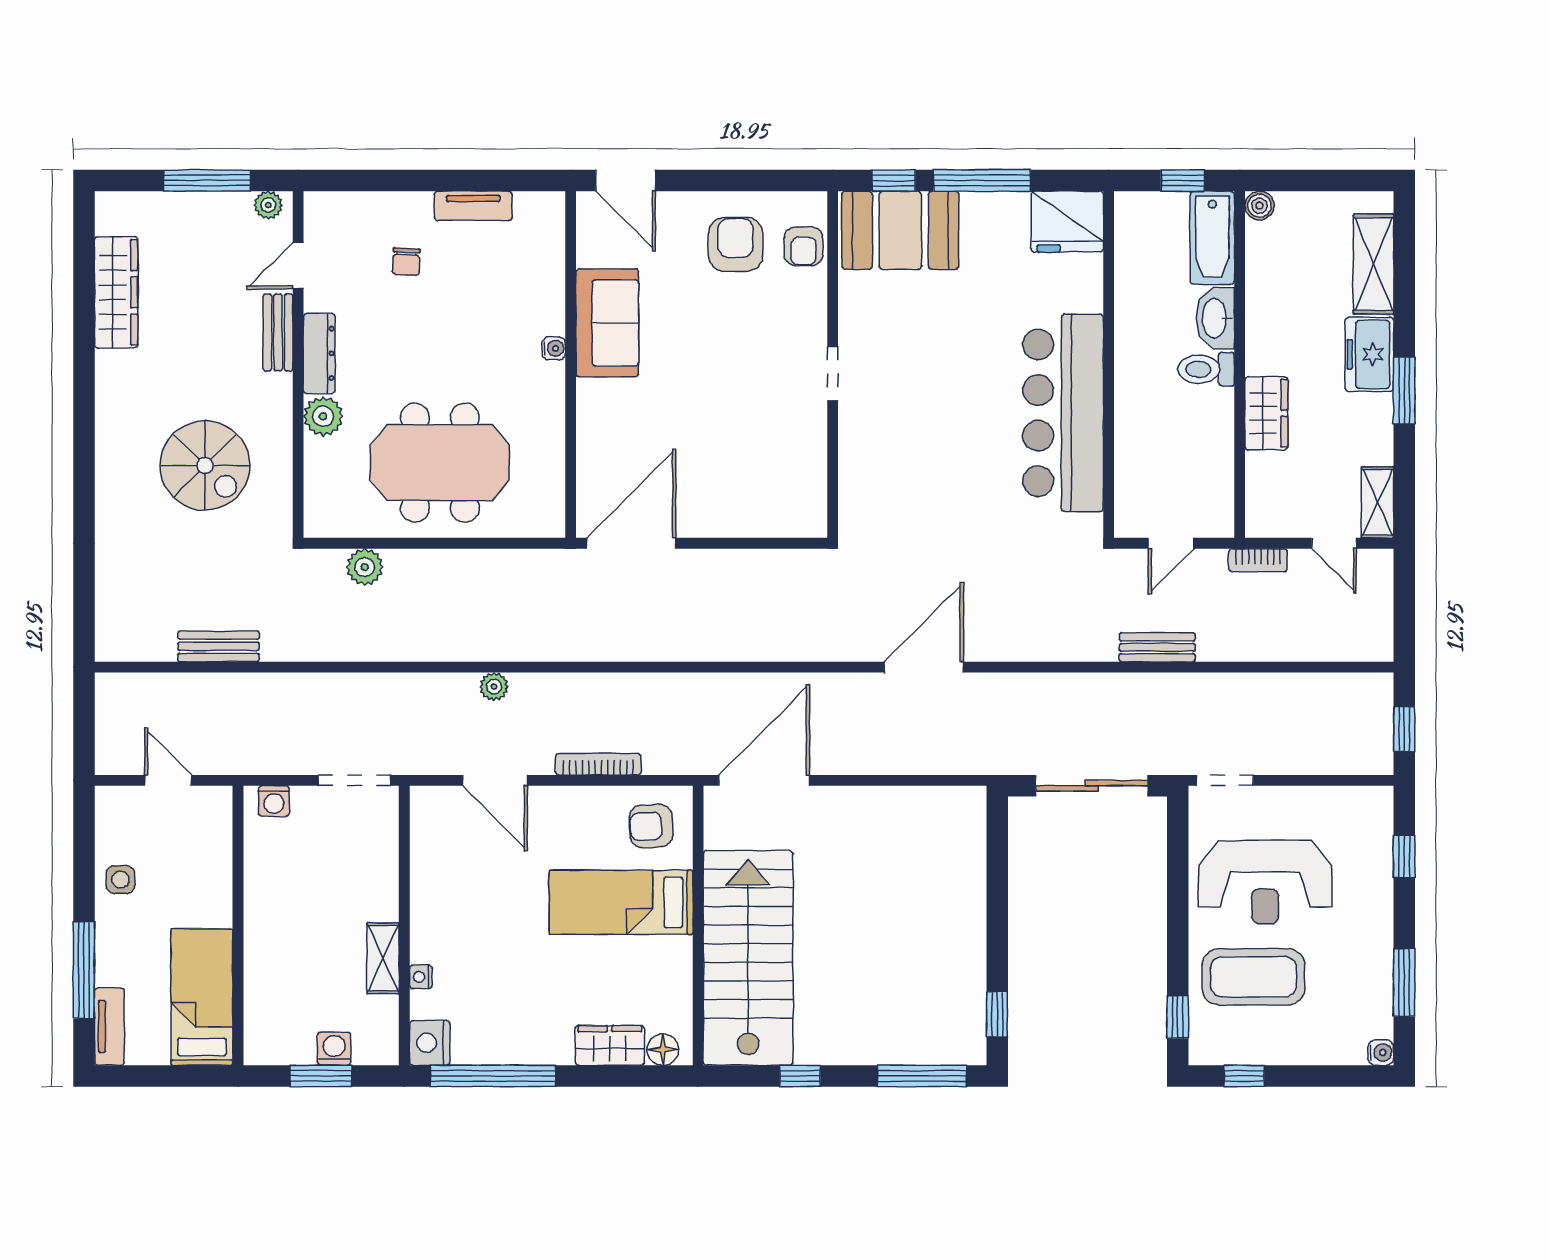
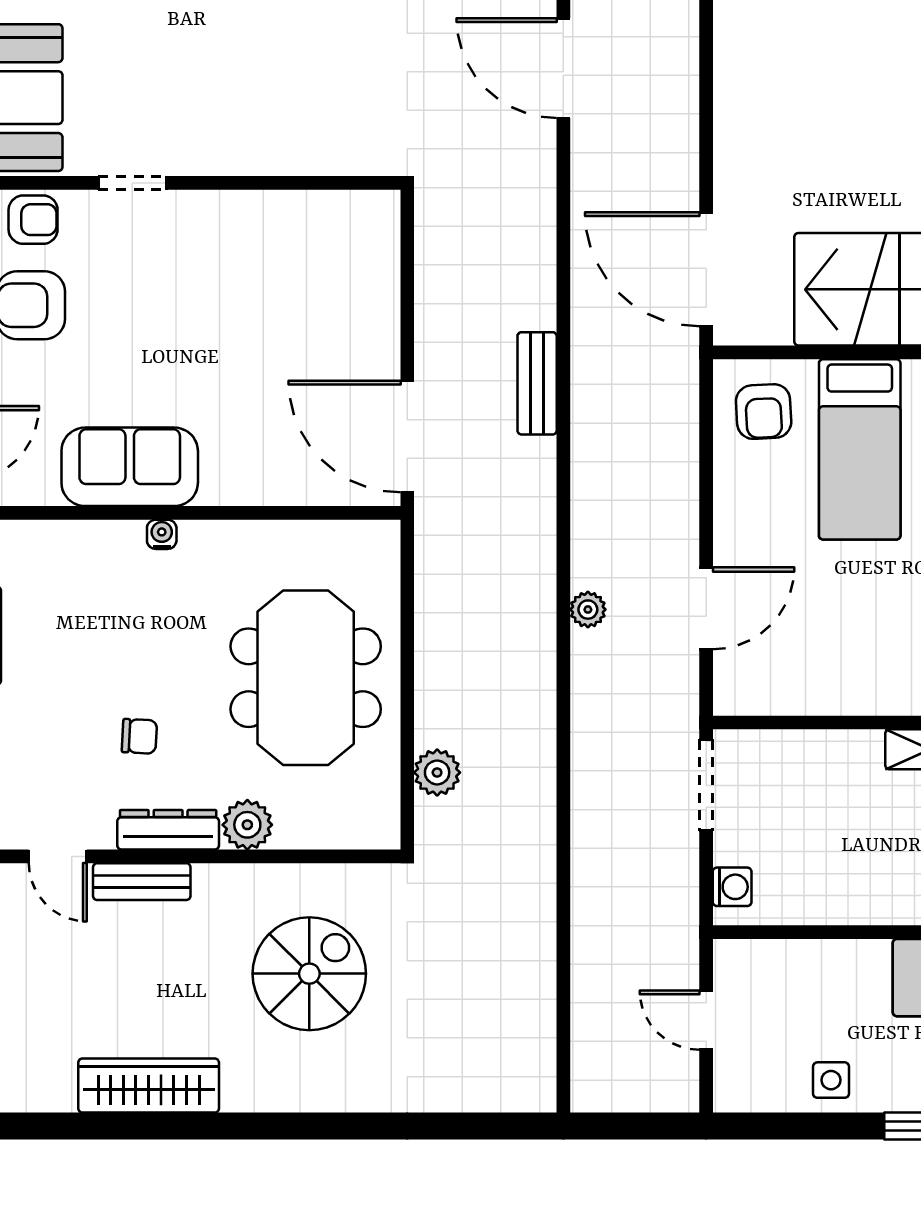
chair: (406, 262) -> (139, 736), moved
wardrobe: (116, 292) -> (149, 1086), moved
doorway: (833, 374) -> (132, 183), moved
bench: (219, 646) -> (537, 383), moved
bookcase: (598, 764) -> (686, 478), removed
door: (168, 780) -> (706, 1020), hinge flipped

